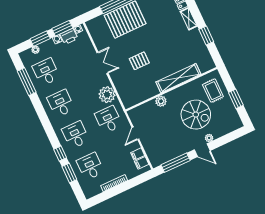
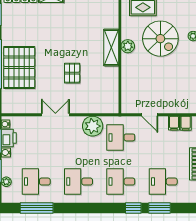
shelving: (178, 78) -> (111, 47), width x0.68
plant: (161, 101) -> (128, 46), moved
spiral stairs: (196, 115) -> (160, 39), turned 90

